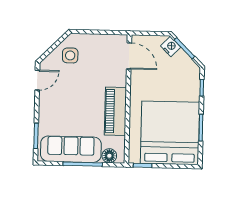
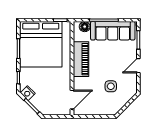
nightstand: (171, 47) -> (28, 93), moved
side table: (70, 55) -> (111, 86), moved
door: (129, 56) -> (72, 100), swing flipped
door: (37, 80) -> (138, 66), moved

